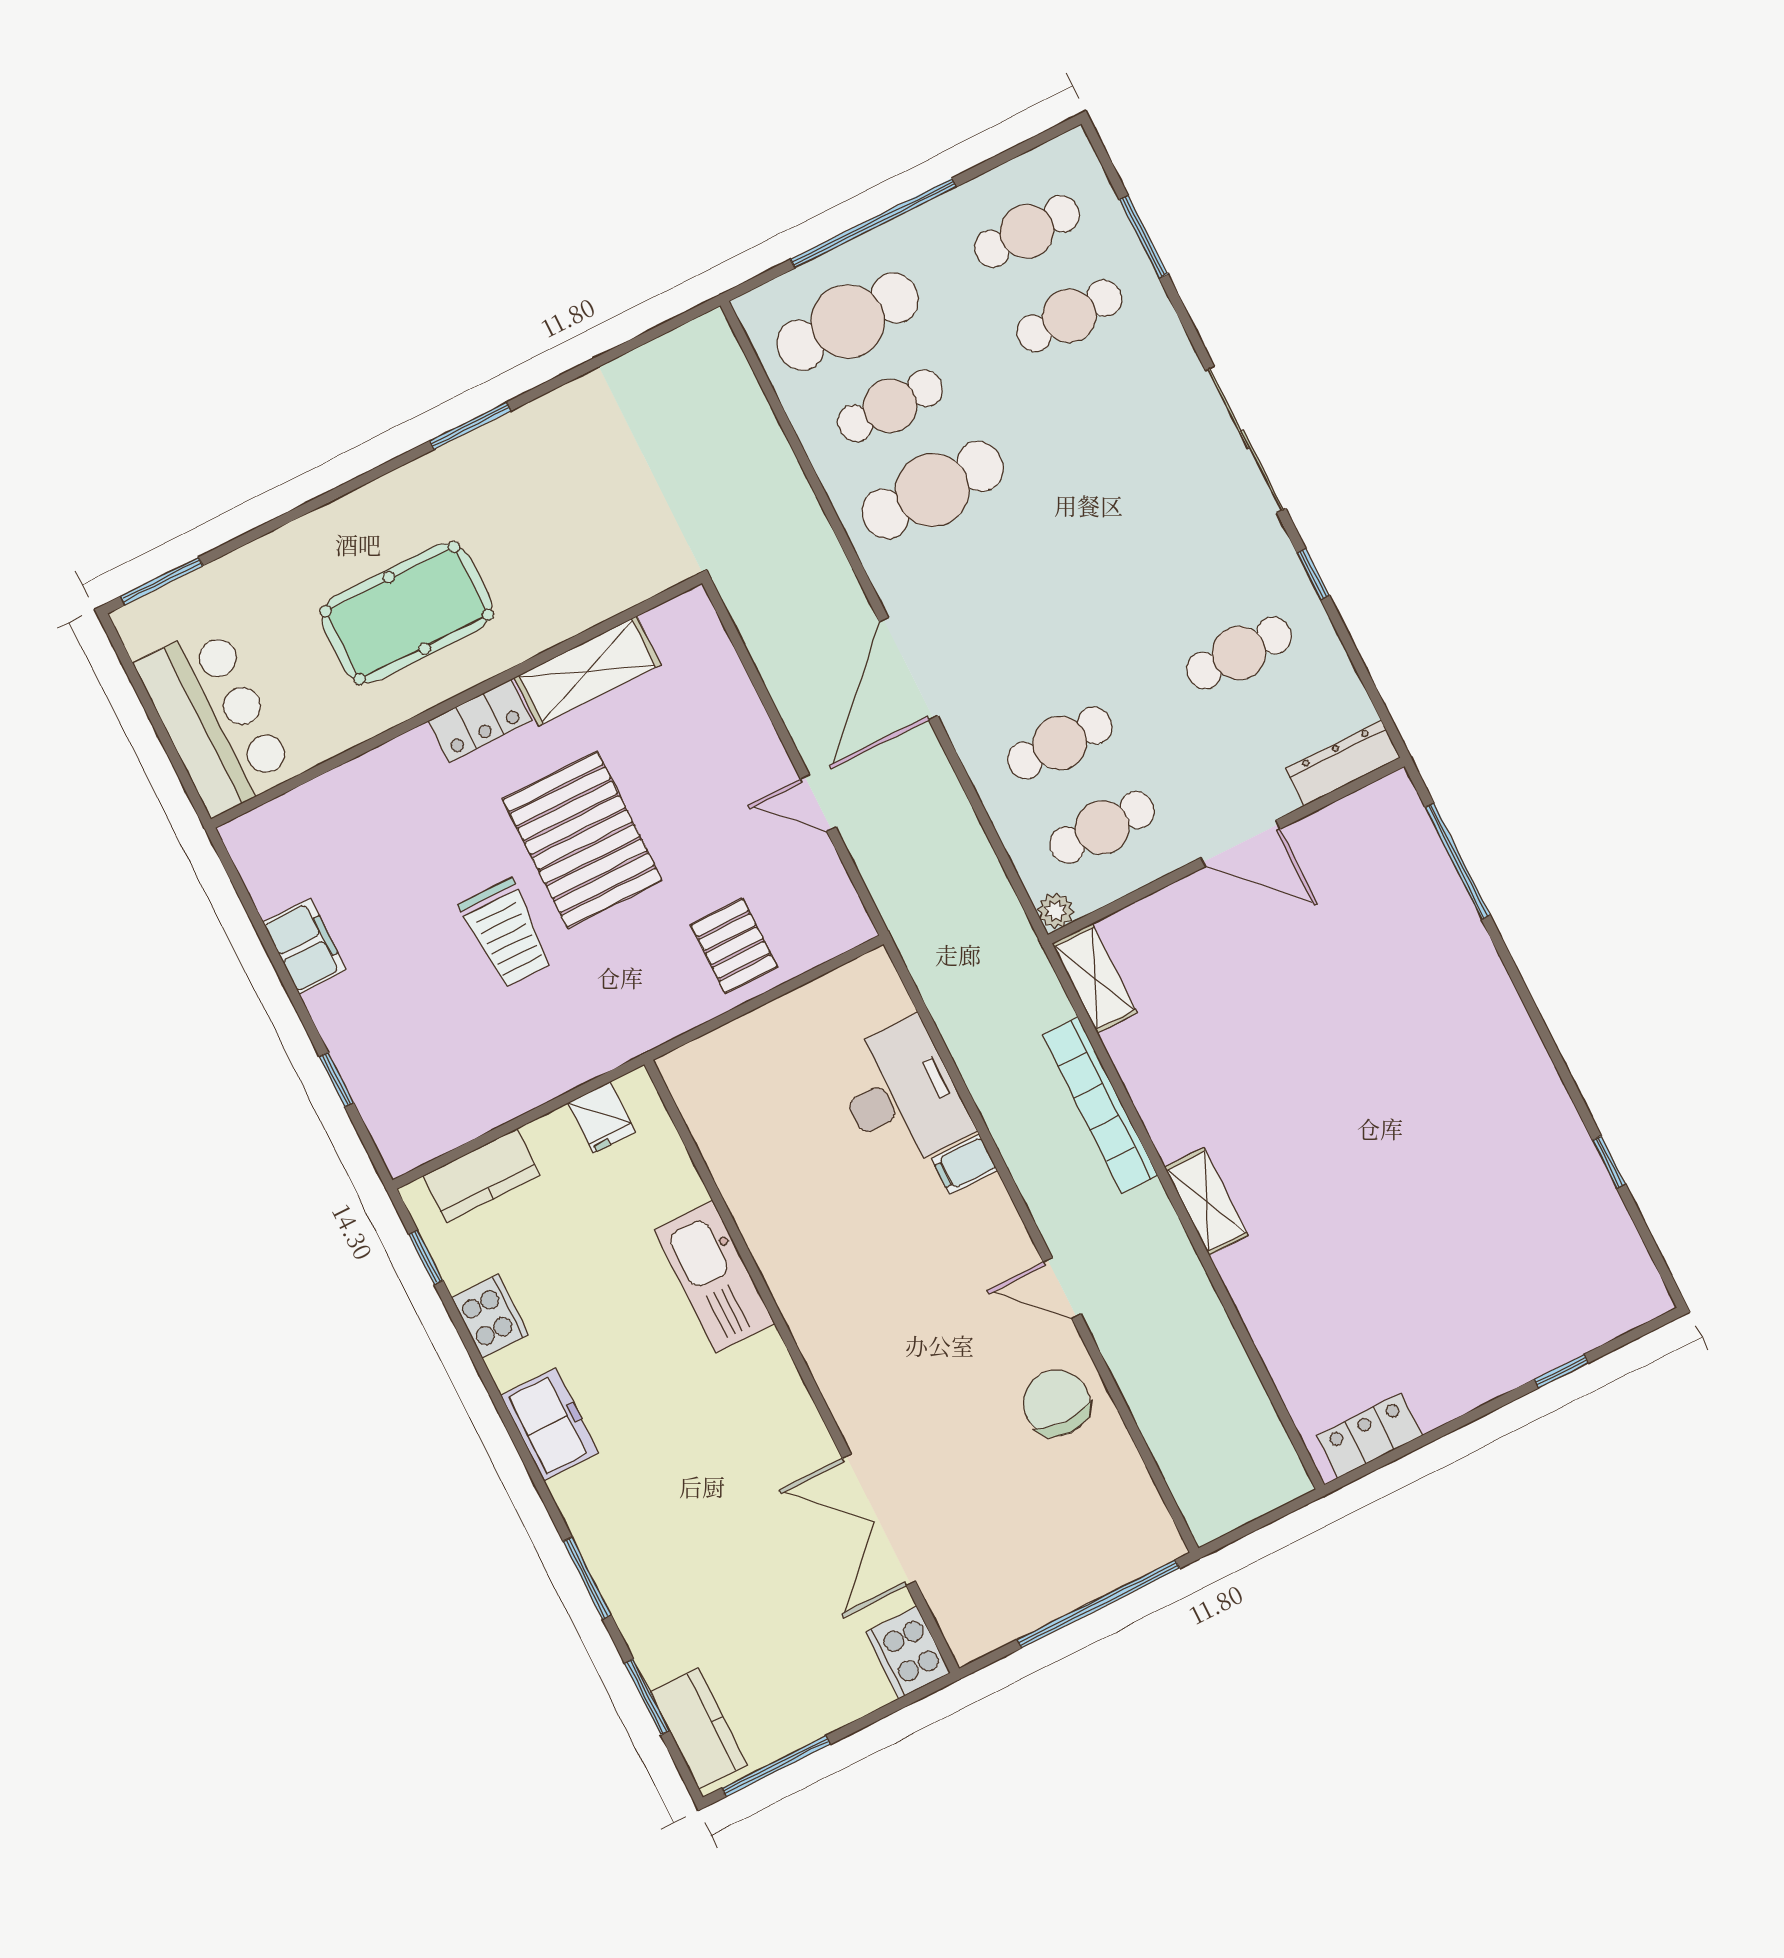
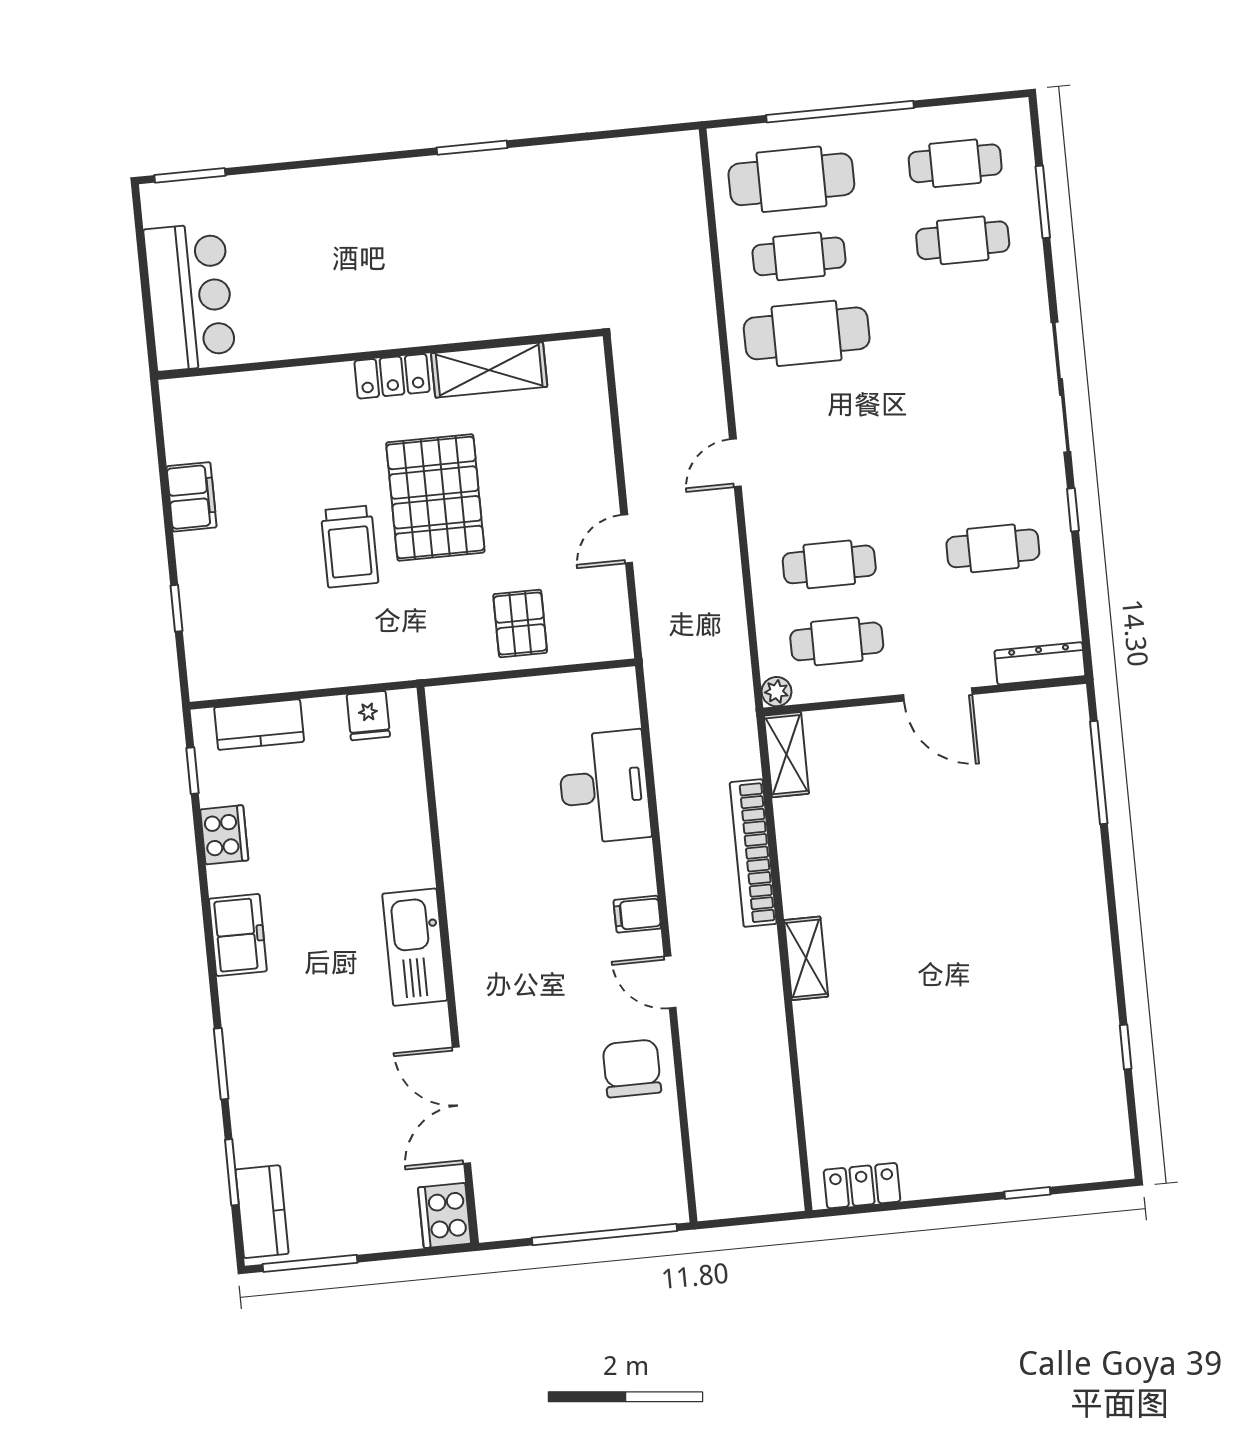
pool table: (407, 613) -> (368, 272), removed
door: (908, 669) -> (735, 463), width x0.53
door: (818, 803) -> (627, 539), hinge flipped
filing cabinet: (964, 1165) -> (637, 914), moved
kitchen sink: (714, 1277) -> (415, 947), moved

